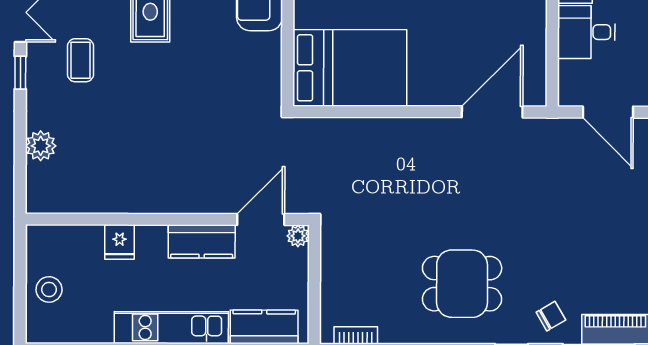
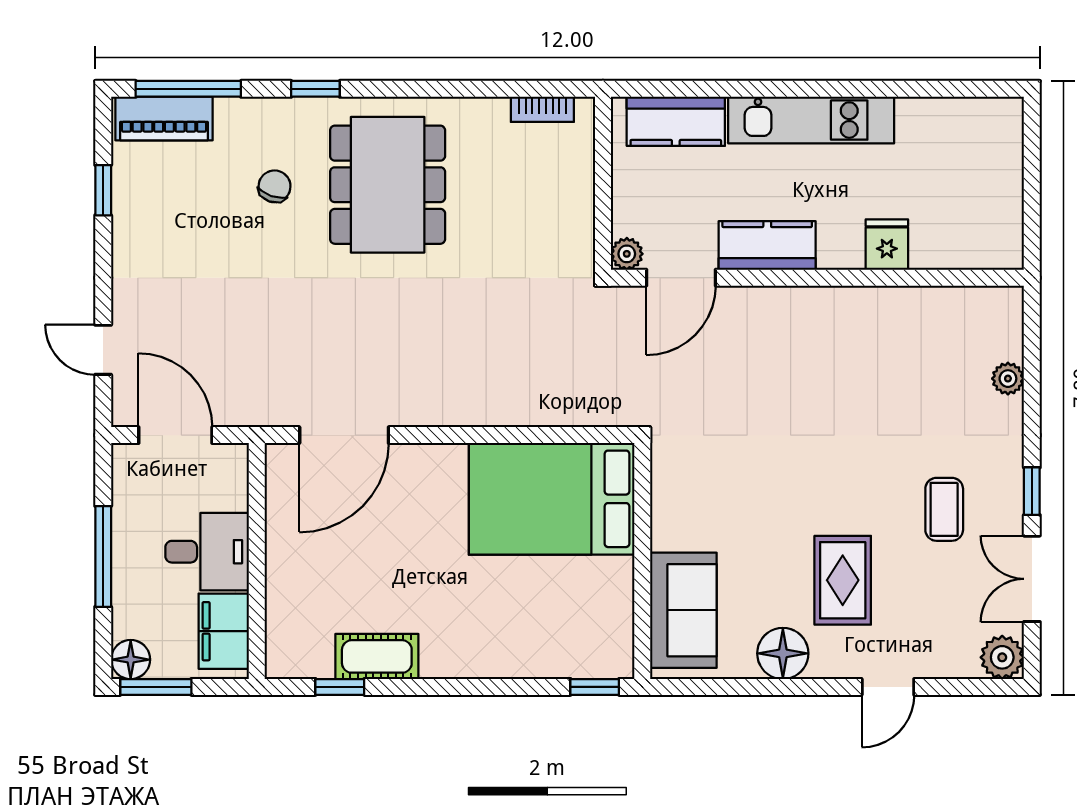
plant: (41, 146) -> (1008, 379), width x0.73, depth x0.73
dining table: (462, 284) -> (388, 185), width x1.38
stool: (49, 289) -> (989, 175), removed
chair: (551, 316) -> (275, 186), moved, turned 139

